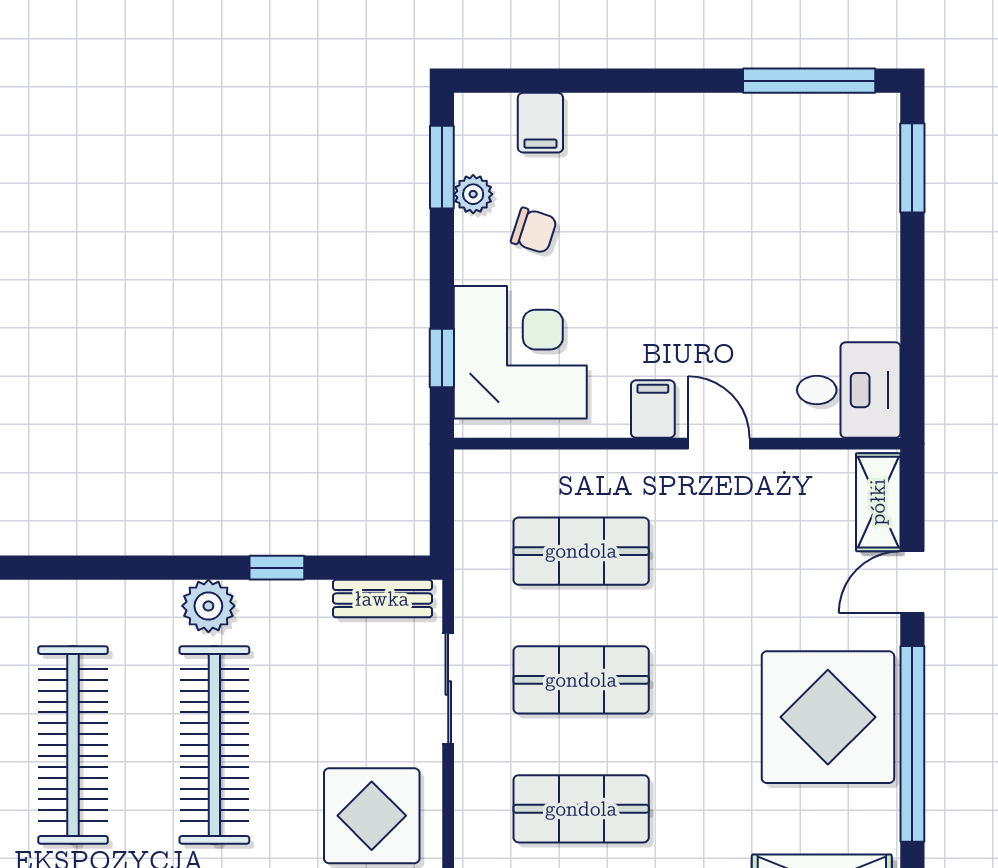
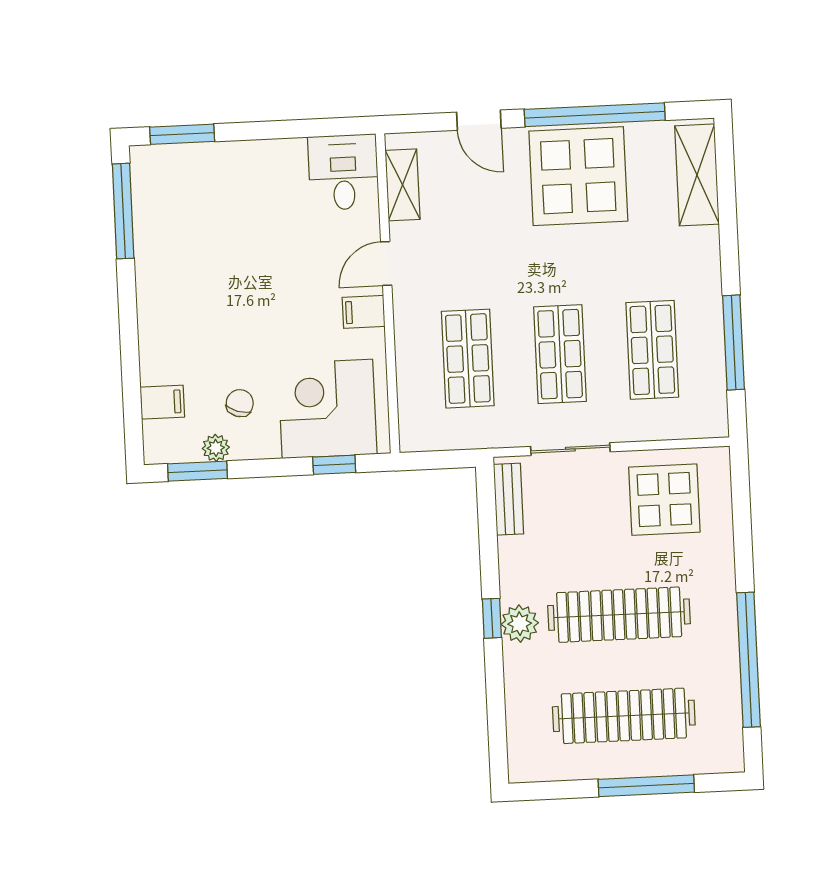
shelving: (878, 502) -> (403, 185), moved, turned 90
window: (277, 568) -> (492, 618), moved

